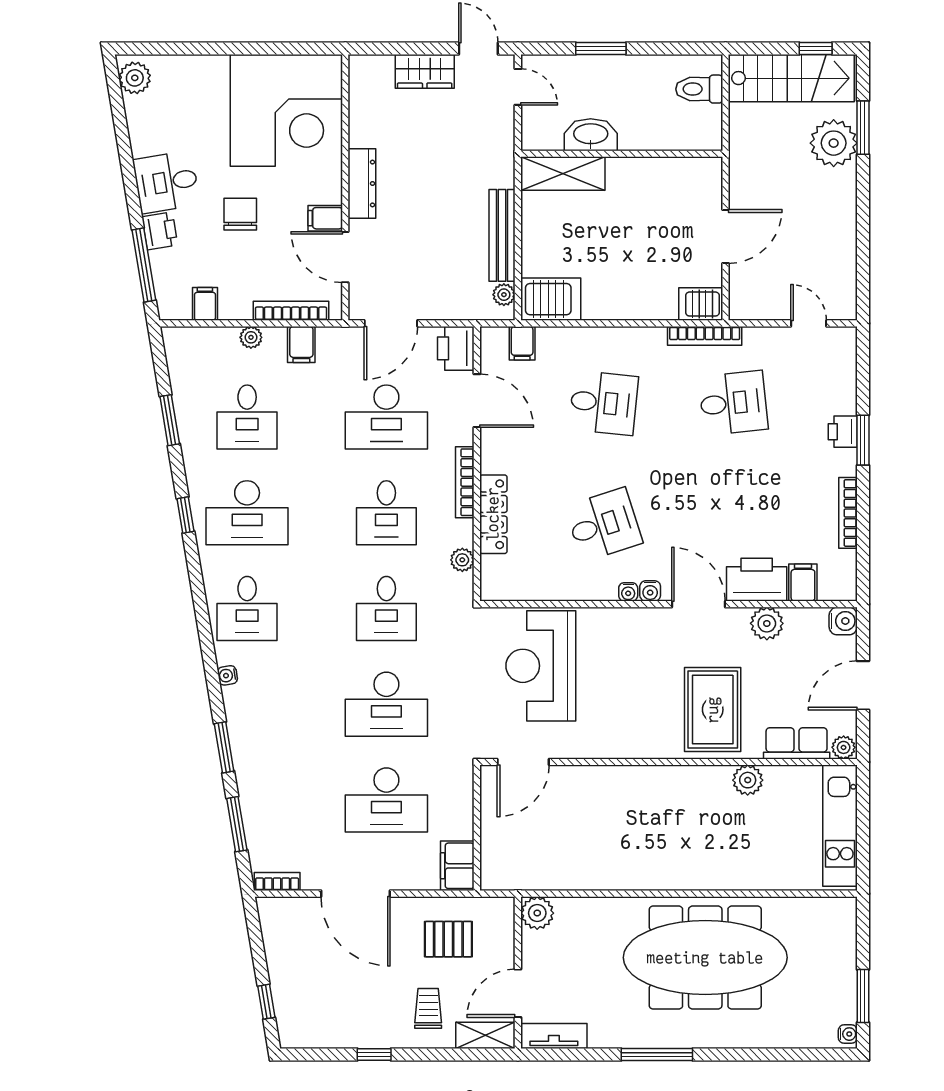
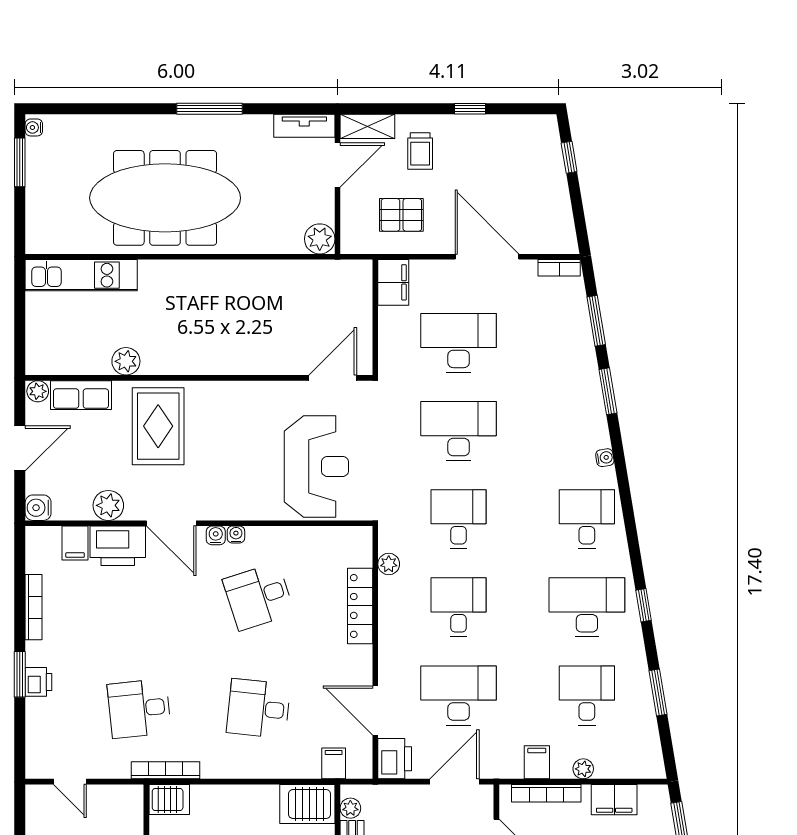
filing cabinet: (205, 304) -> (614, 800), width x2.00
bookcase: (465, 482) -> (386, 635), removed
kitchen unit: (840, 826) -> (81, 275), moved, turned 90

